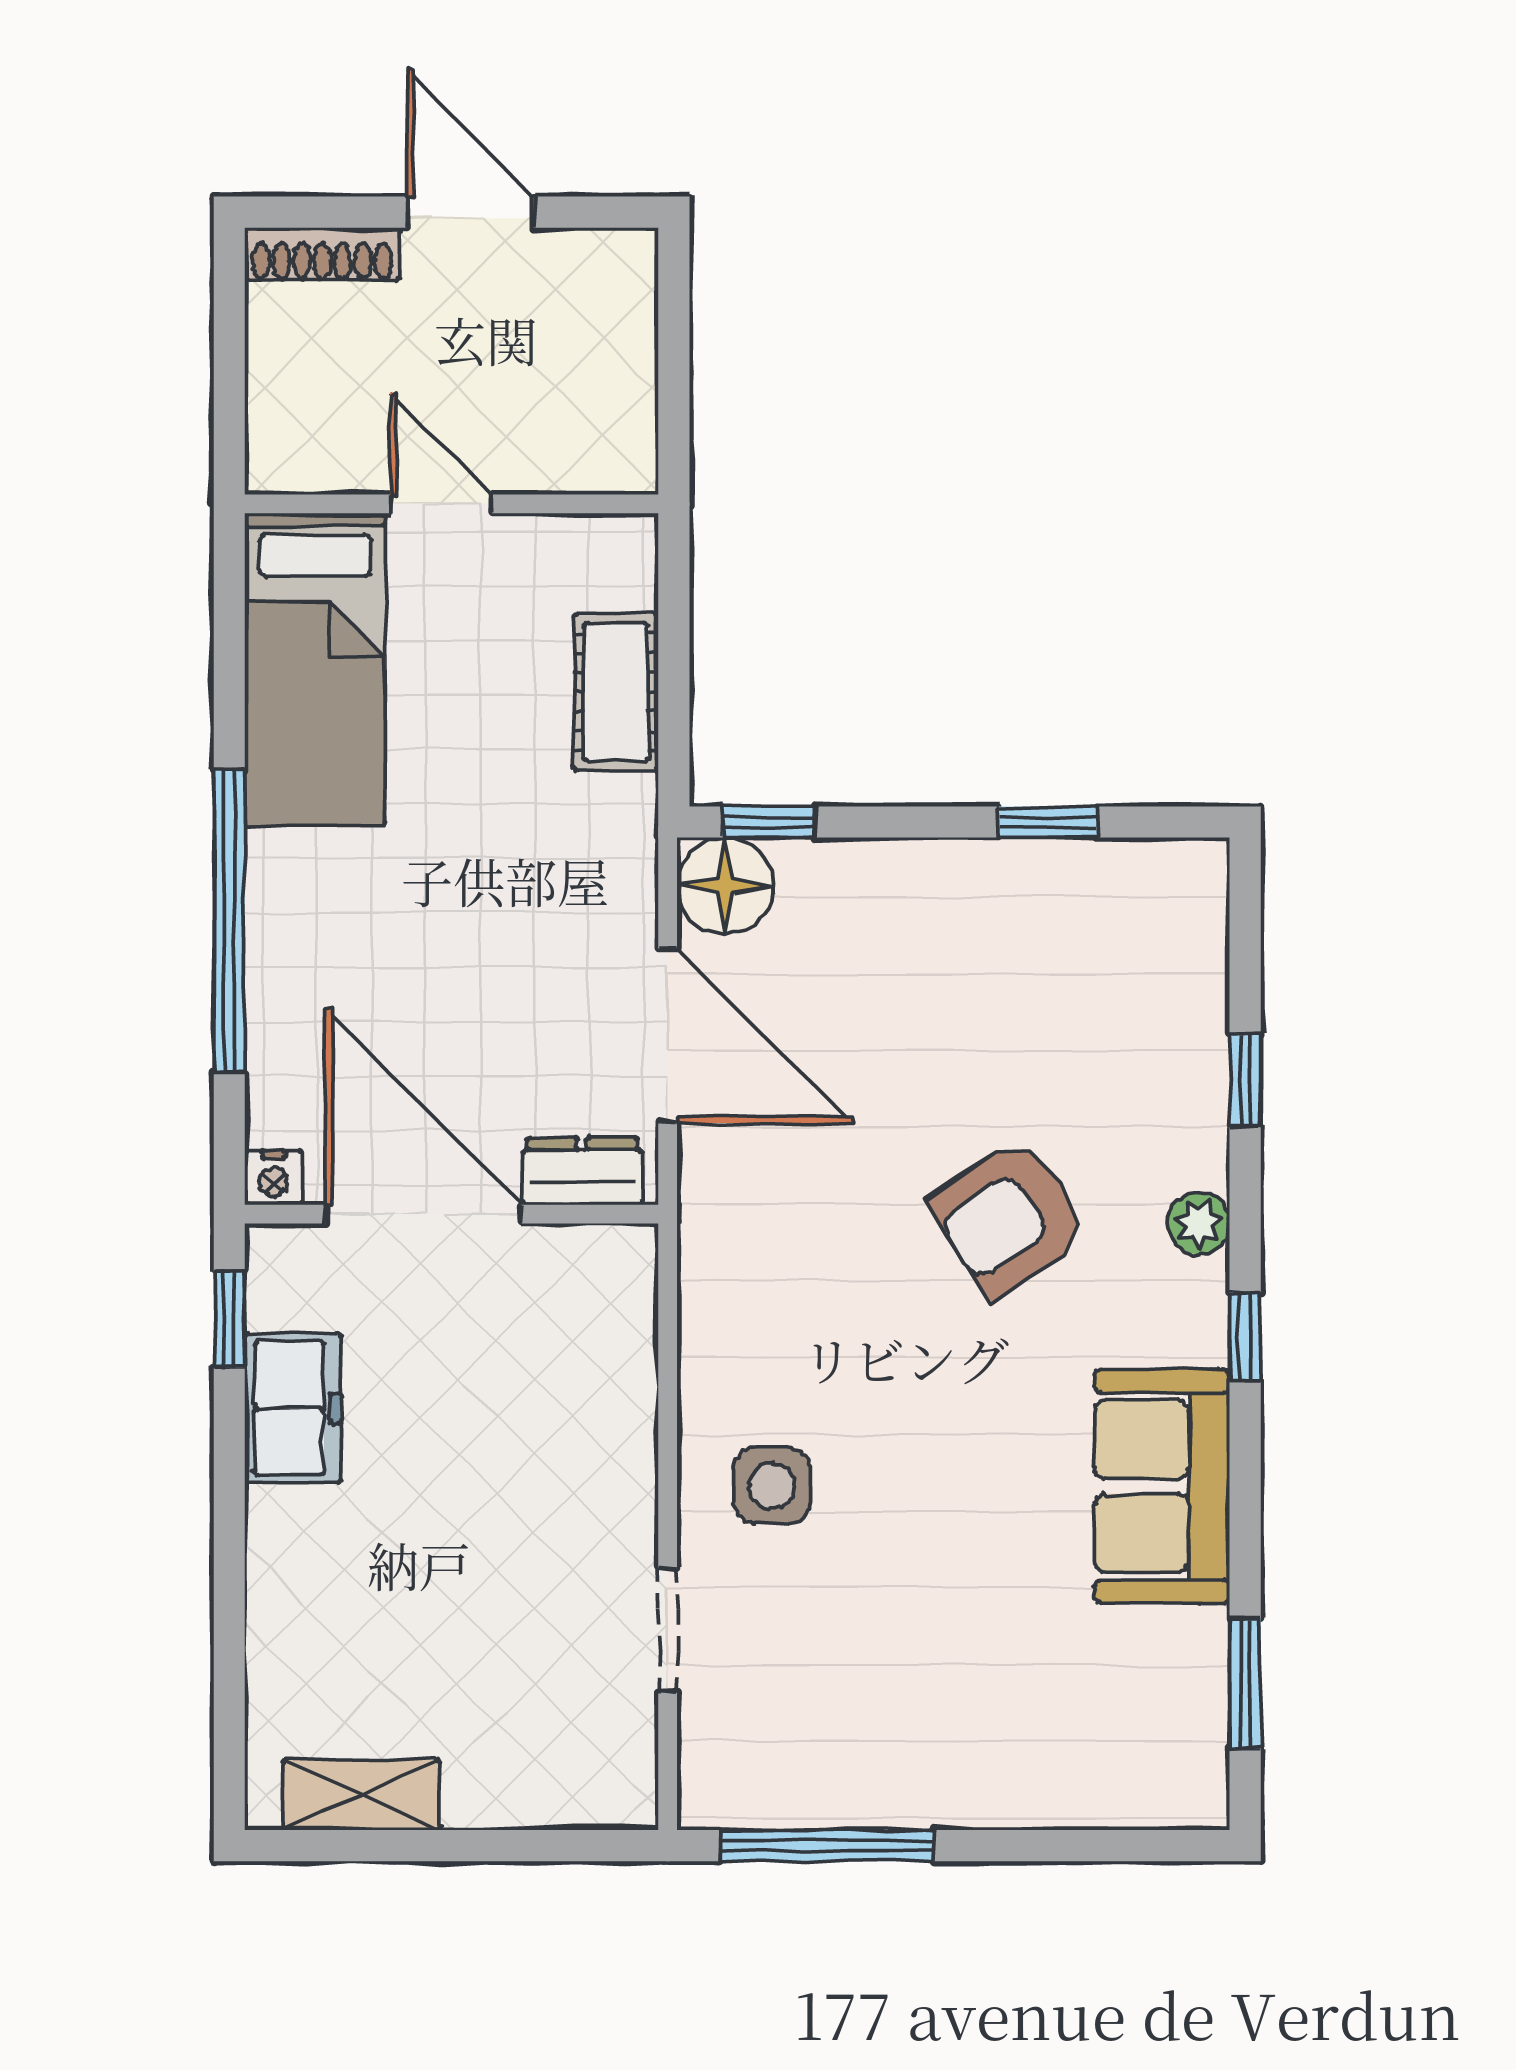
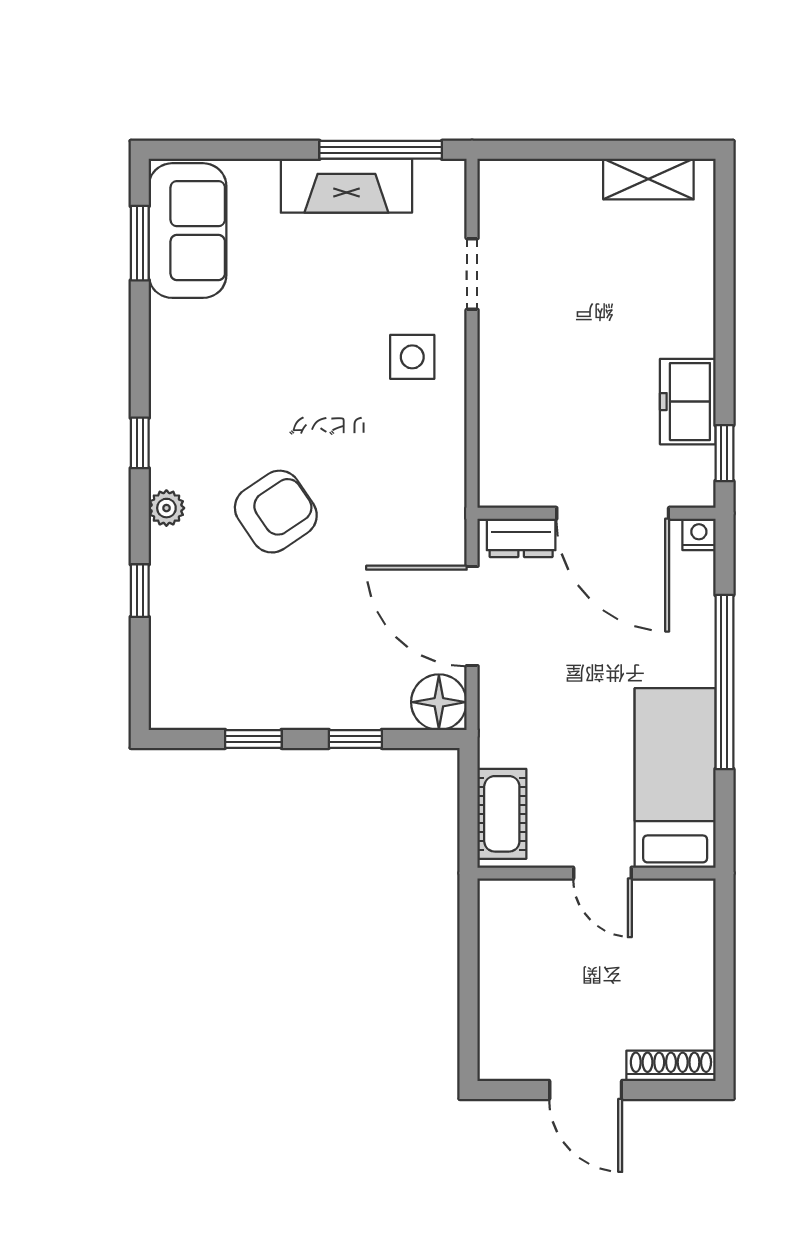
door: (441, 504) -> (602, 873), moved
wall: (452, 504) -> (596, 873), moved
bed: (315, 669) -> (675, 778), moved
window: (769, 822) -> (355, 739), moved
sofa: (1162, 1486) -> (188, 231), moved
fireplace: (886, 1783) -> (346, 186), added

